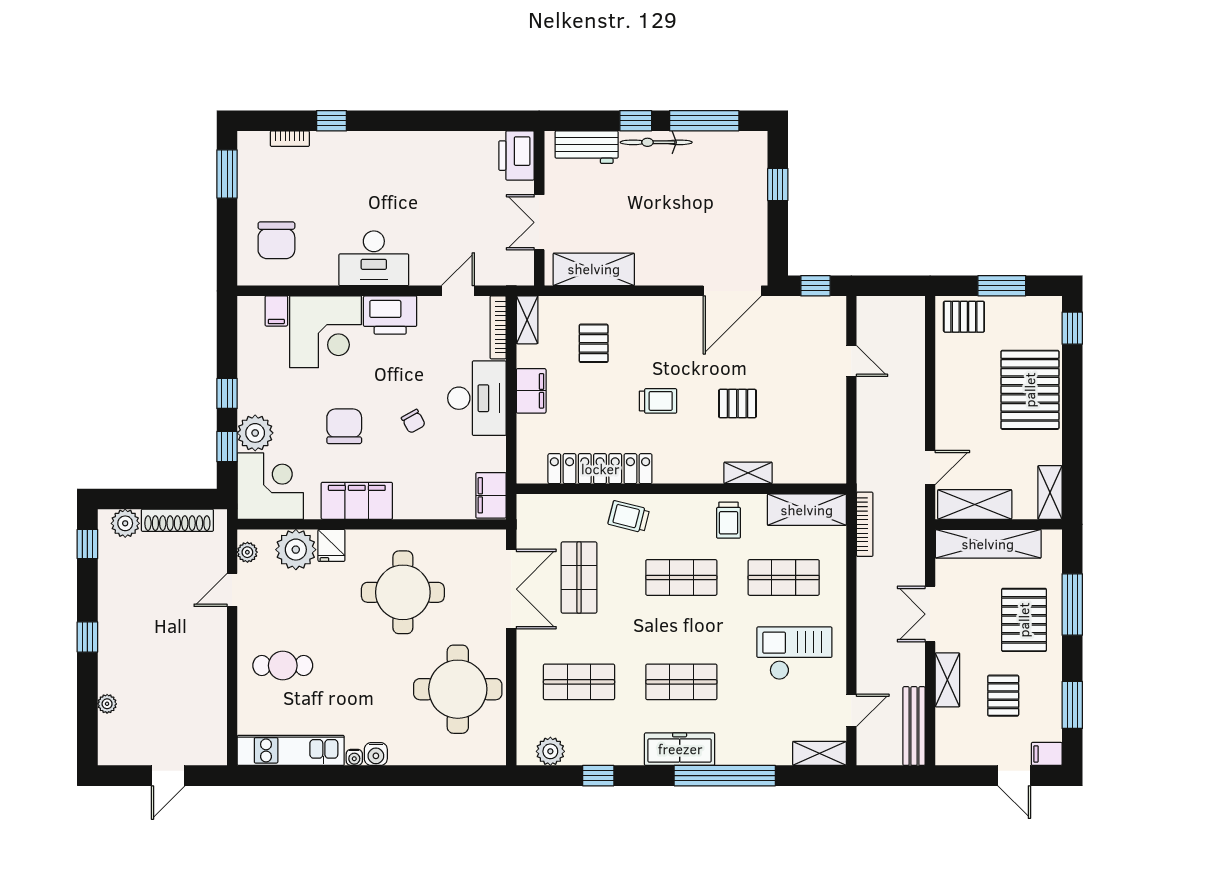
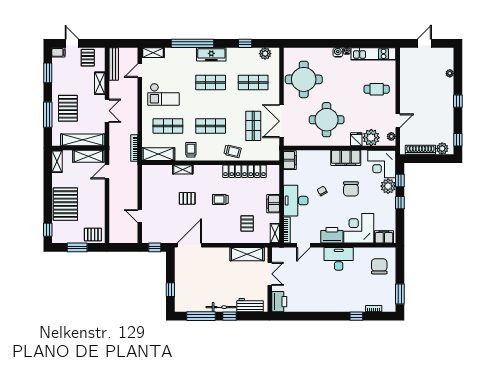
filing cabinet: (276, 311) -> (384, 237), width x2.00
pallet: (1003, 696) -> (88, 58), moved

